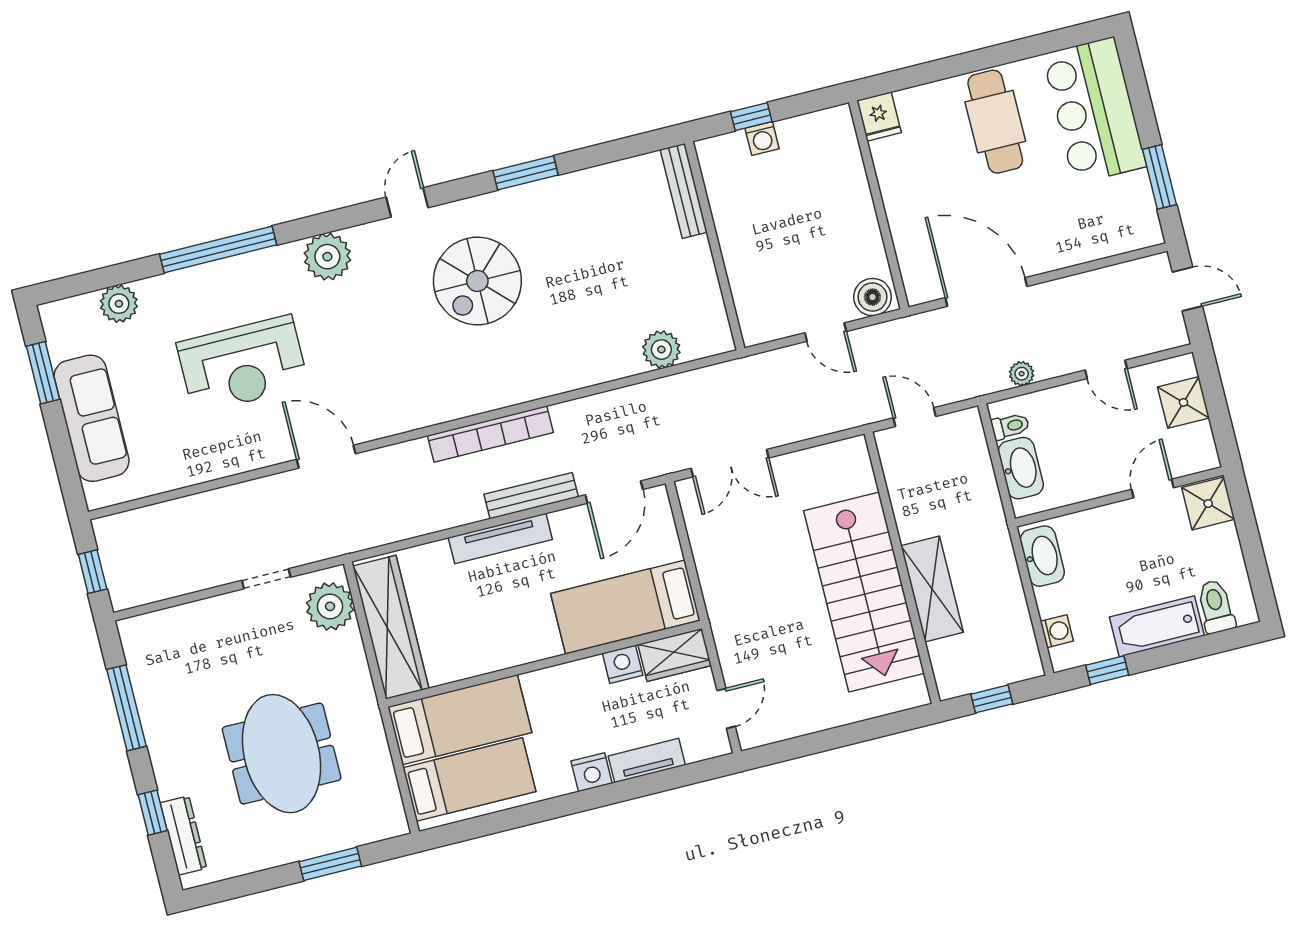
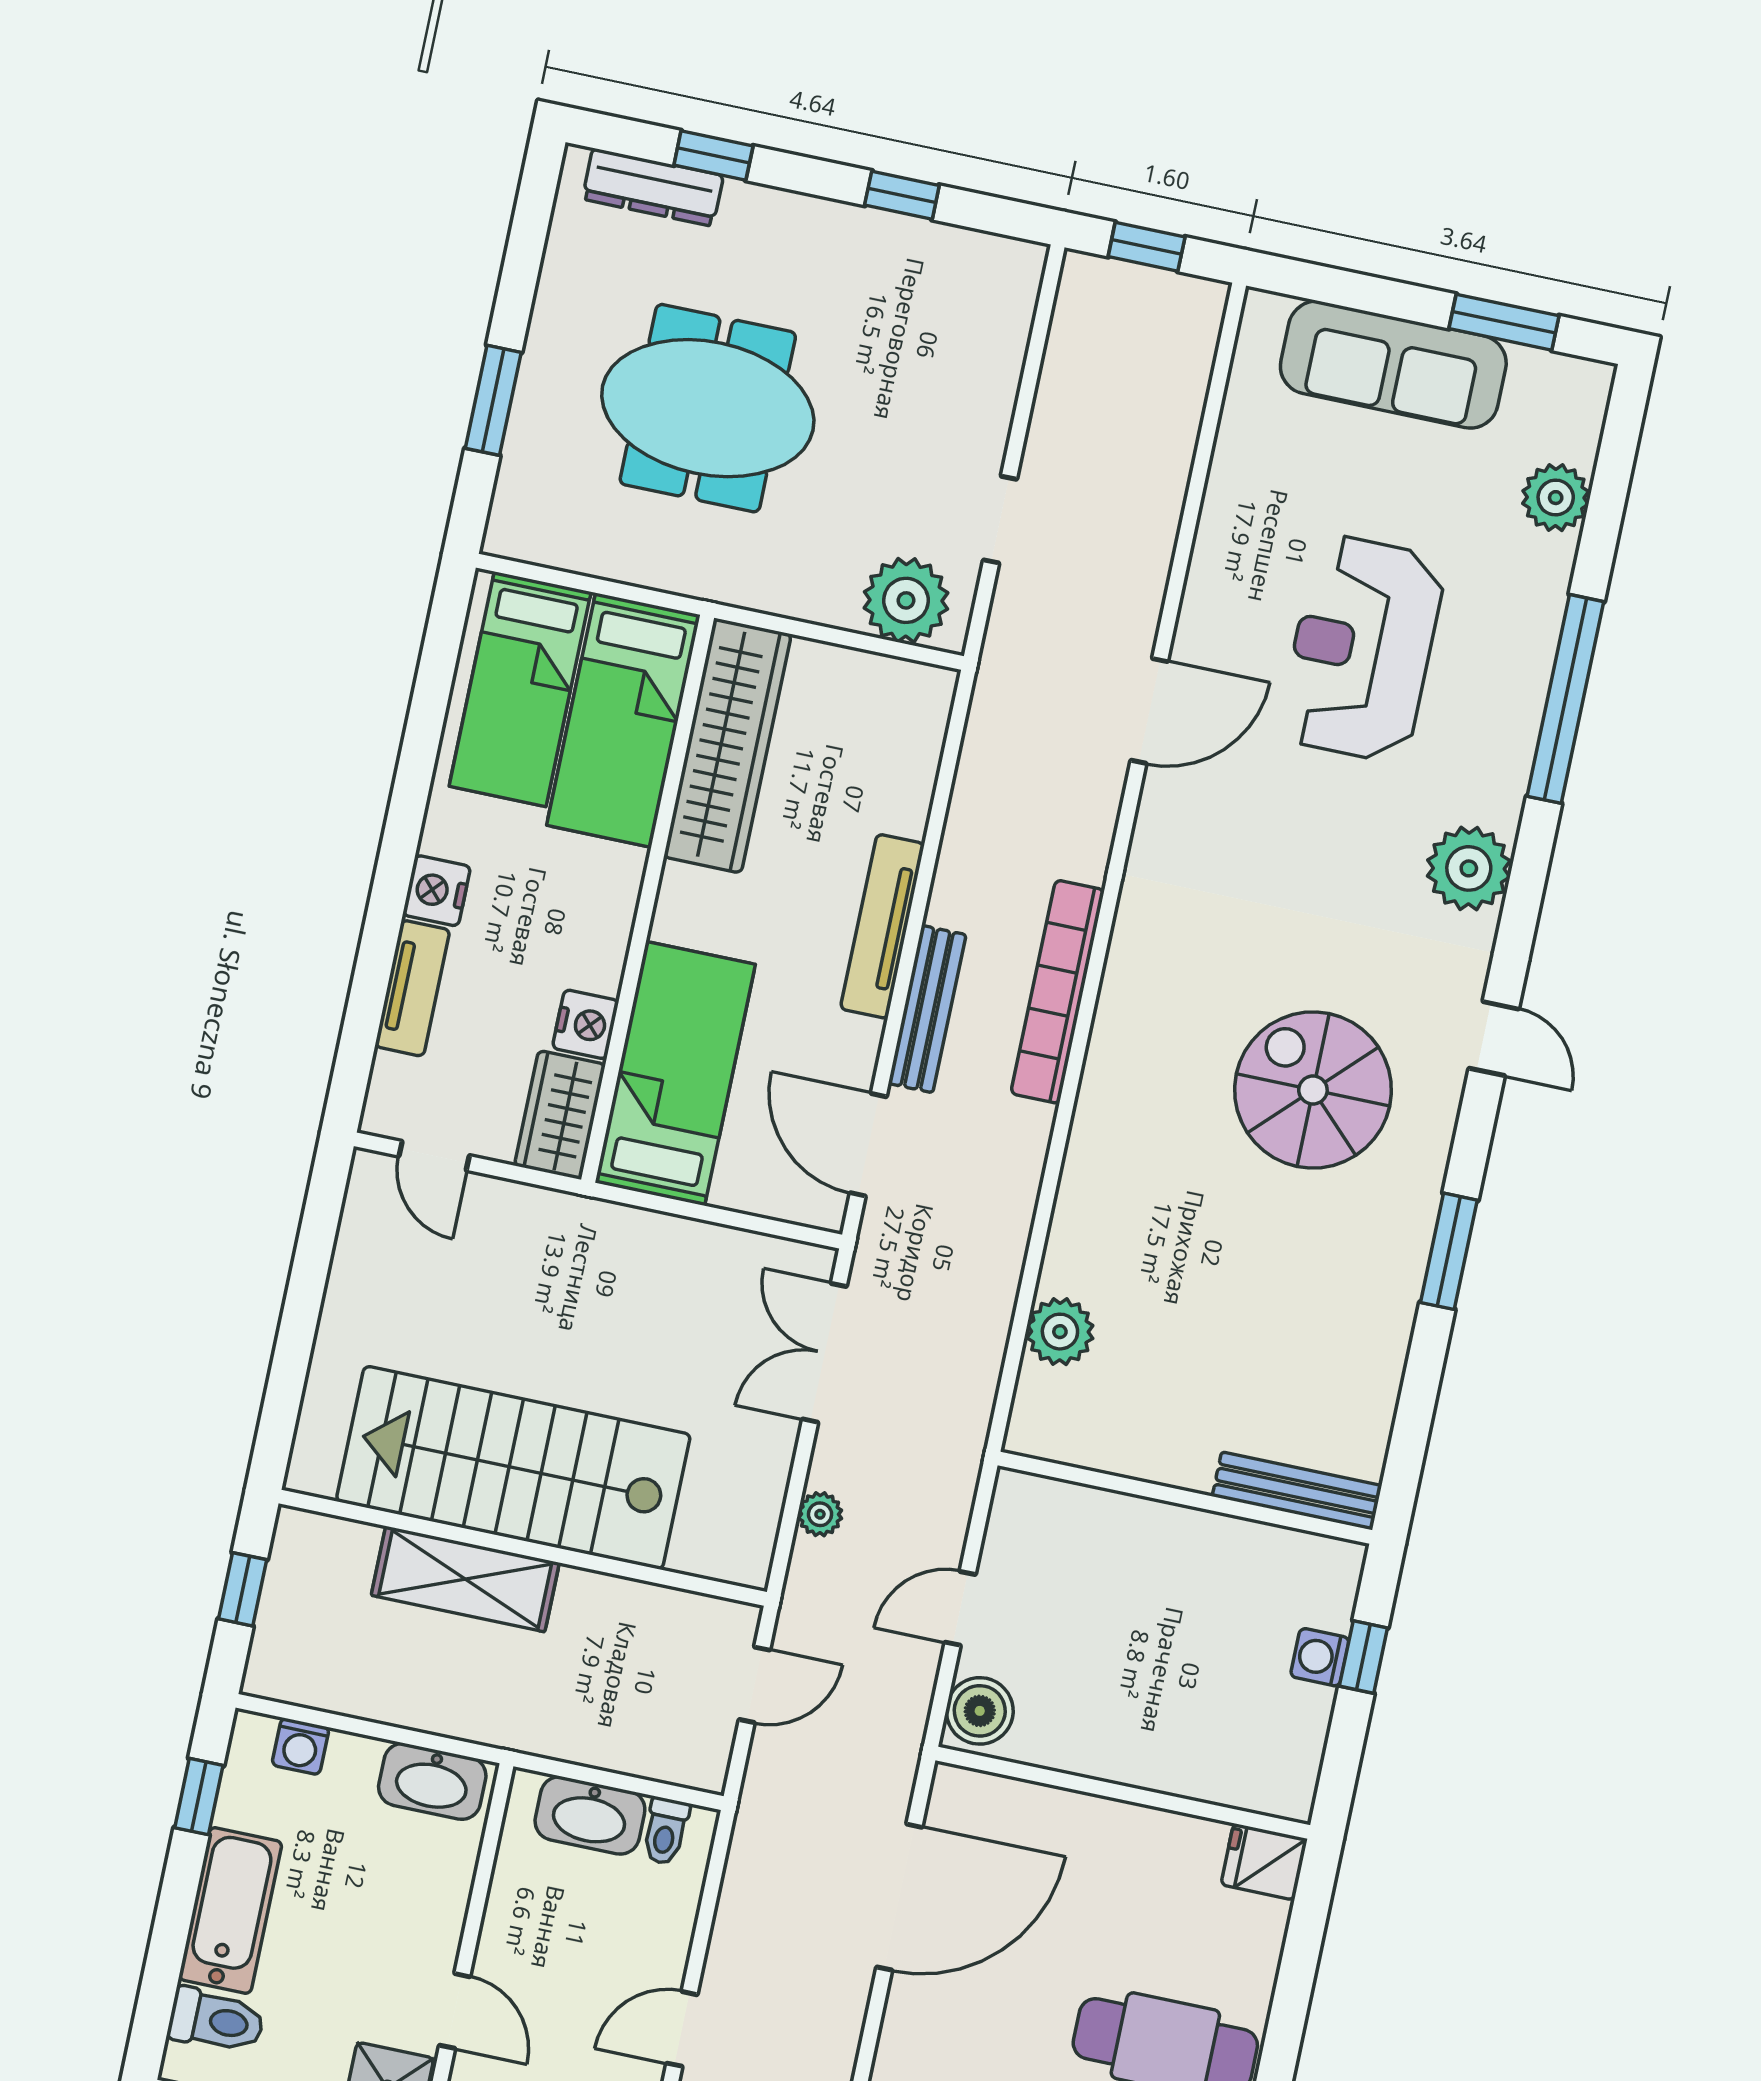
plant: (1022, 374) -> (820, 1514), moved
wardrobe: (391, 627) -> (727, 746), moved, turned -90
window: (127, 708) -> (902, 195), width x0.46

